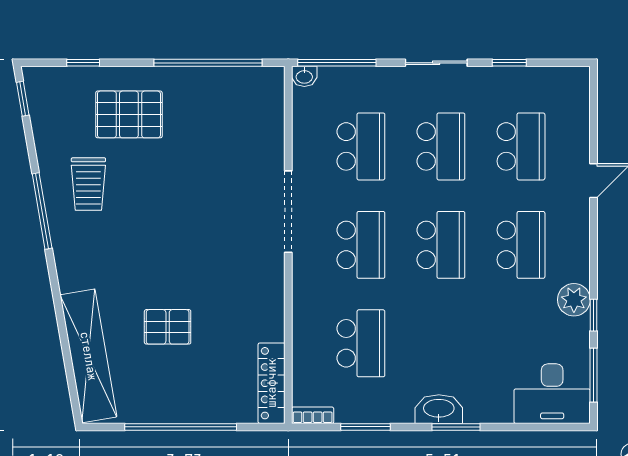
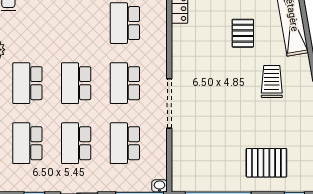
trolley: (88, 184) -> (272, 82), moved
pallet: (168, 327) -> (243, 33), turned 90

